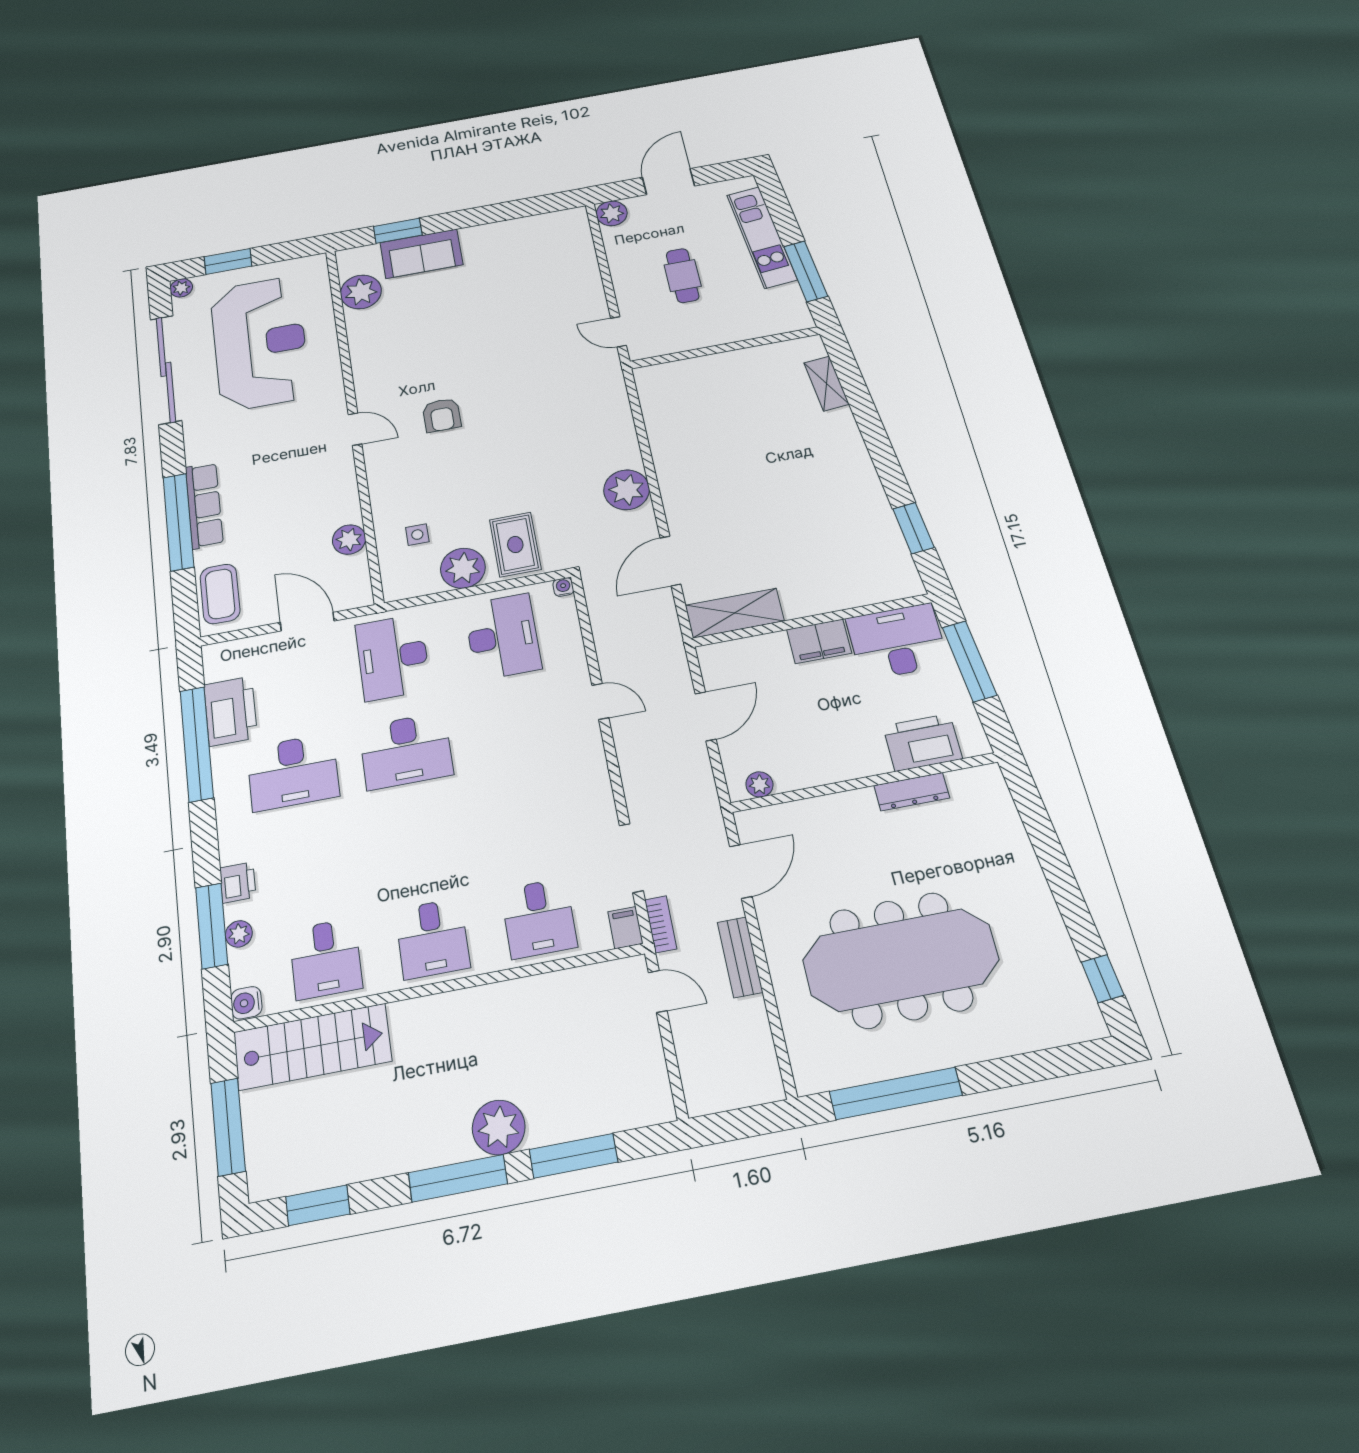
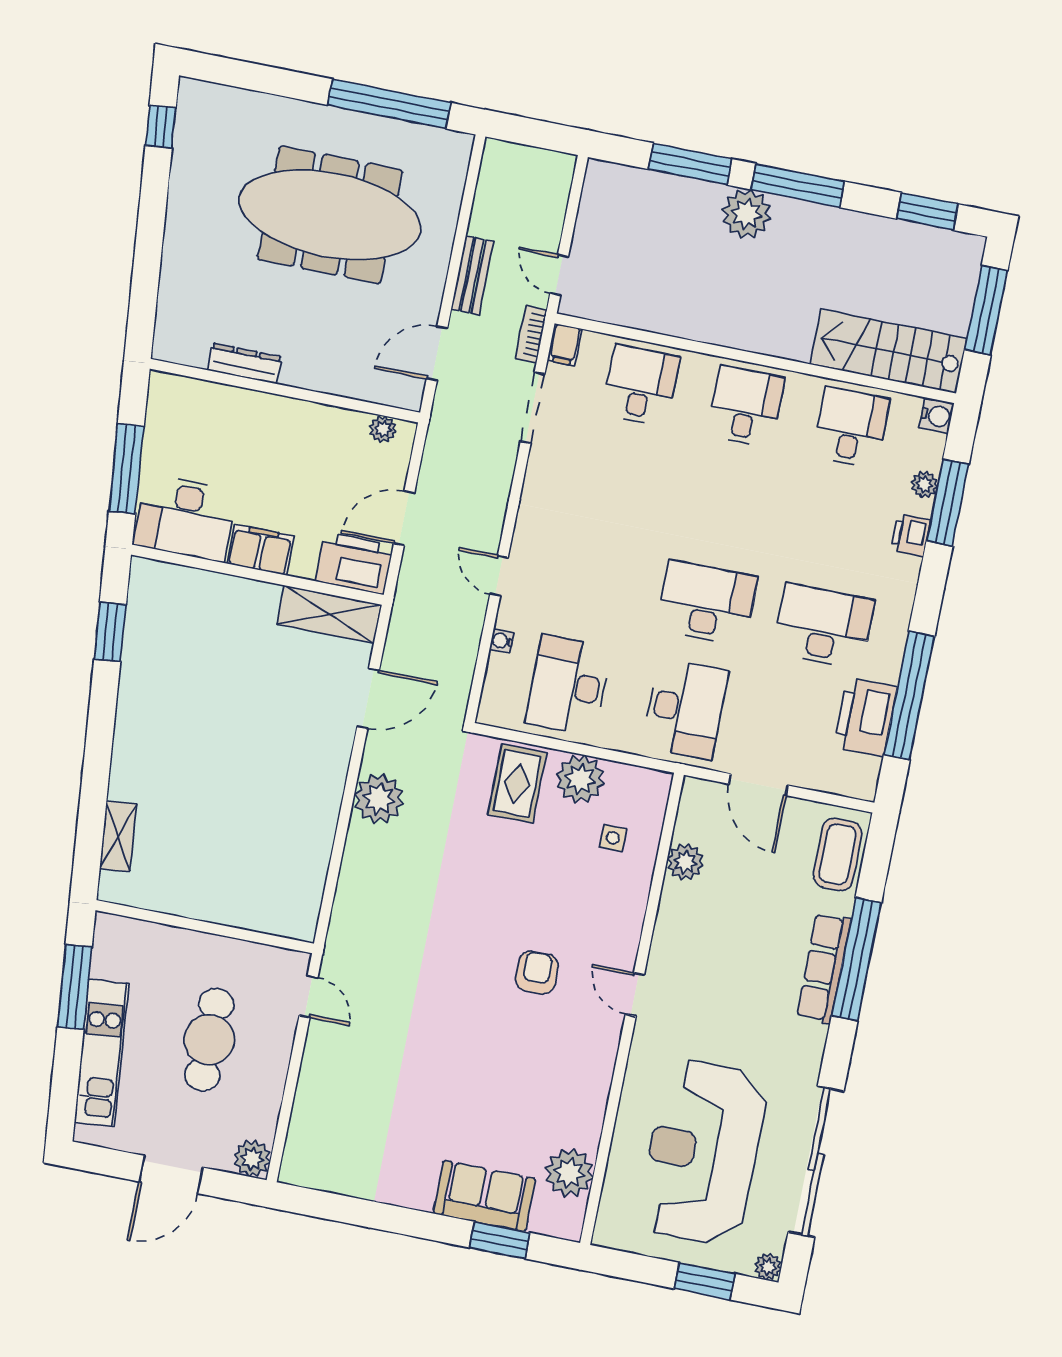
cafe table: (683, 276) -> (209, 1040), width x1.37, depth x1.35
water cooler: (563, 587) -> (502, 641), moved, turned 90
printer: (922, 742) -> (354, 563), moved, turned 180

